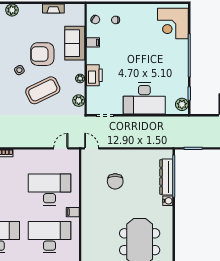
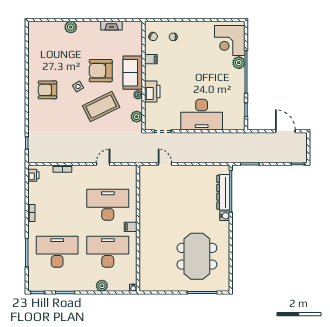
sofa: (75, 43) -> (133, 73), moved
plant: (182, 104) -> (239, 63), moved
door: (61, 148) -> (103, 164), moved
door: (92, 148) -> (165, 164), moved
chair: (115, 181) -> (173, 197), removed

